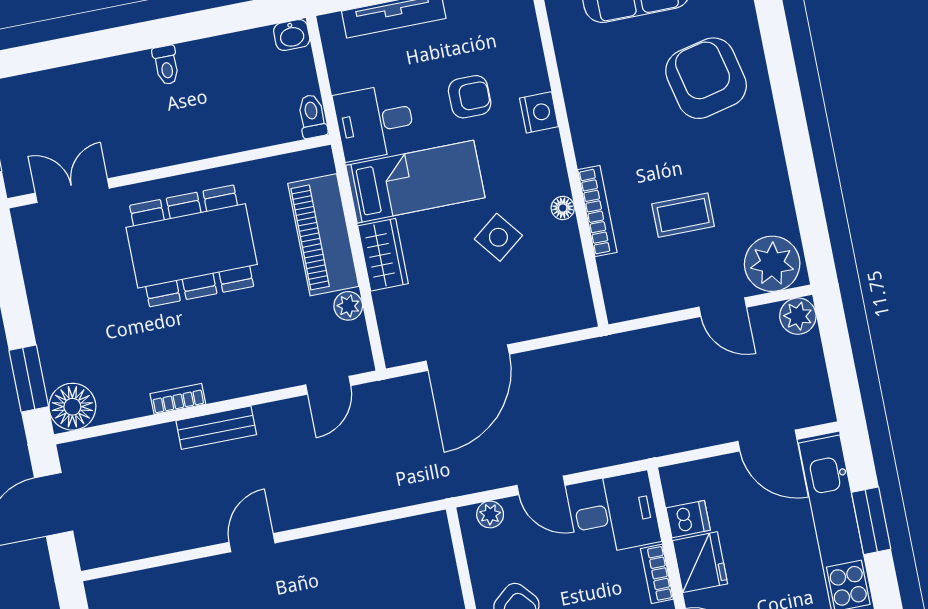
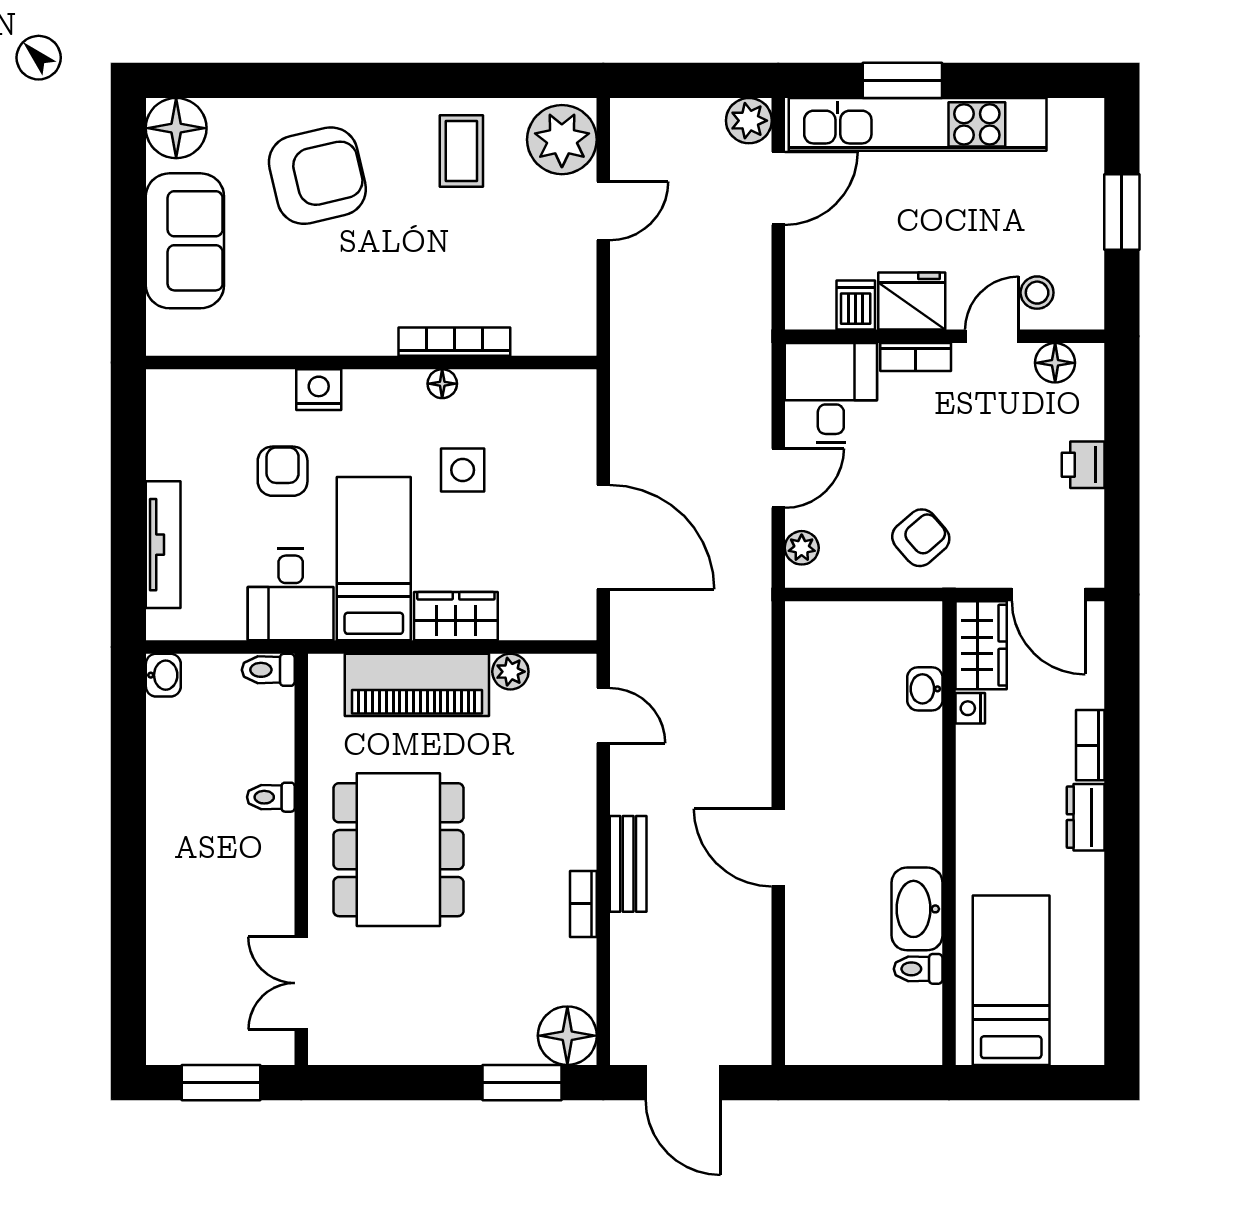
toilet: (166, 65) -> (271, 797), moved, turned 180
armchair: (706, 78) -> (317, 176), turned 180
coffee table: (683, 215) -> (461, 151), moved
side table: (498, 237) -> (463, 470), turned 38
plant: (798, 316) -> (749, 121), moved
door: (252, 543) -> (778, 848), width x1.38

